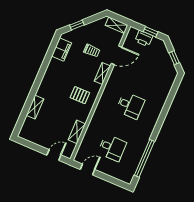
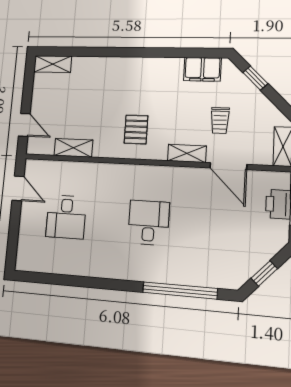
desk: (130, 105) -> (149, 223), turned 180
shelving: (35, 107) -> (53, 64), moved
window: (144, 158) -> (180, 290), moved

